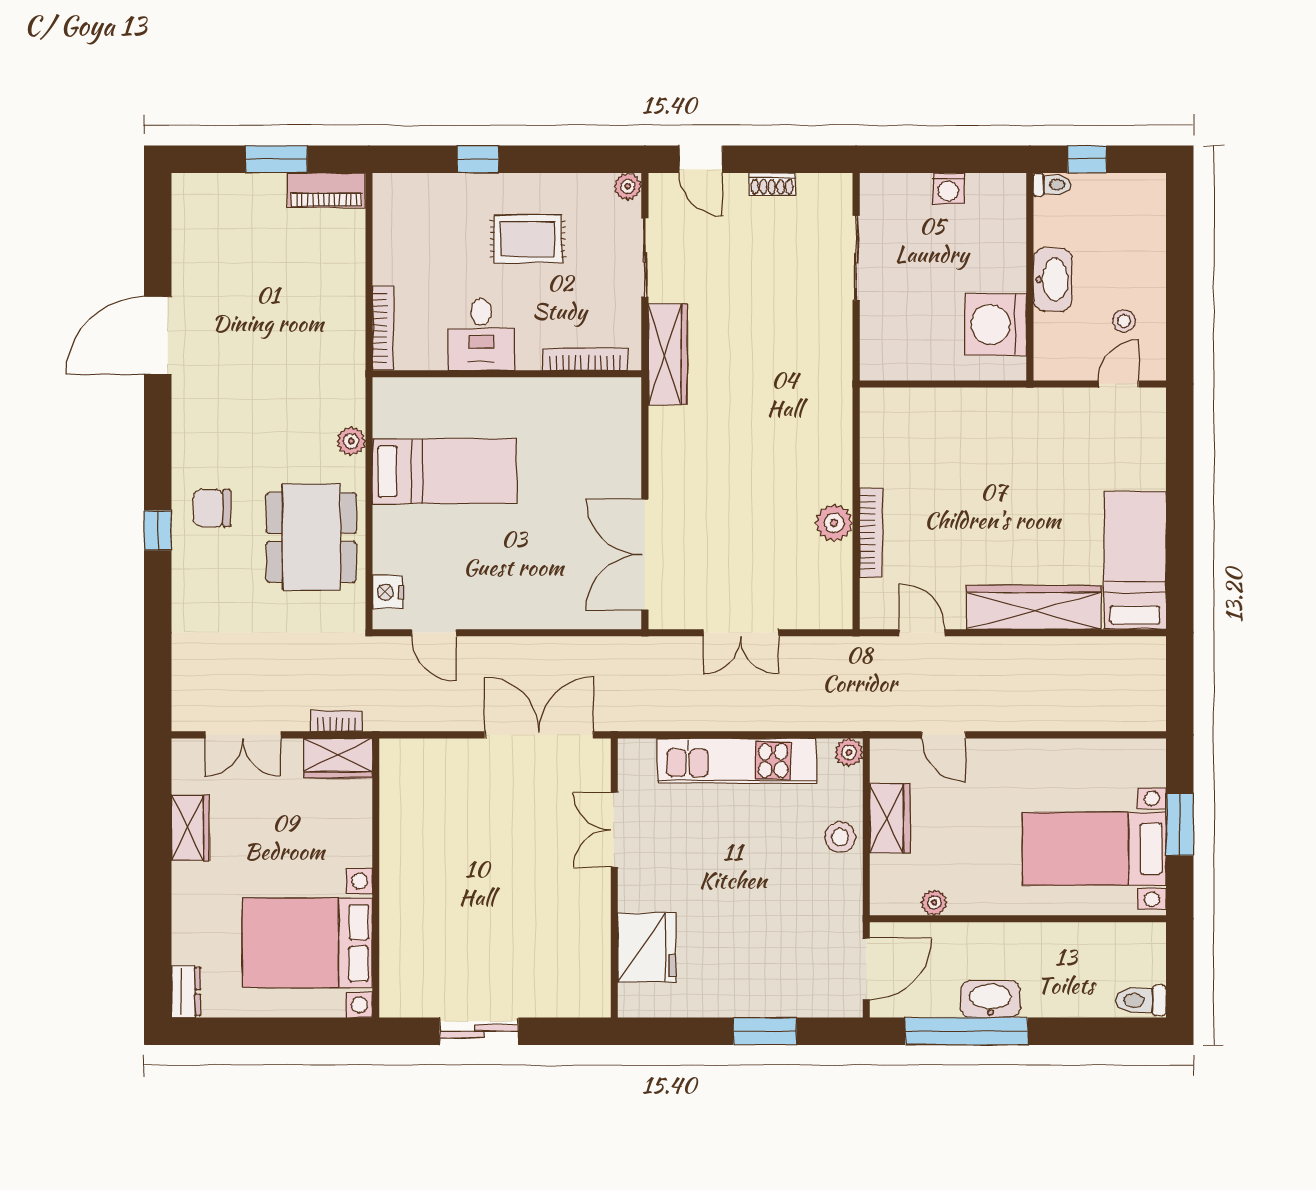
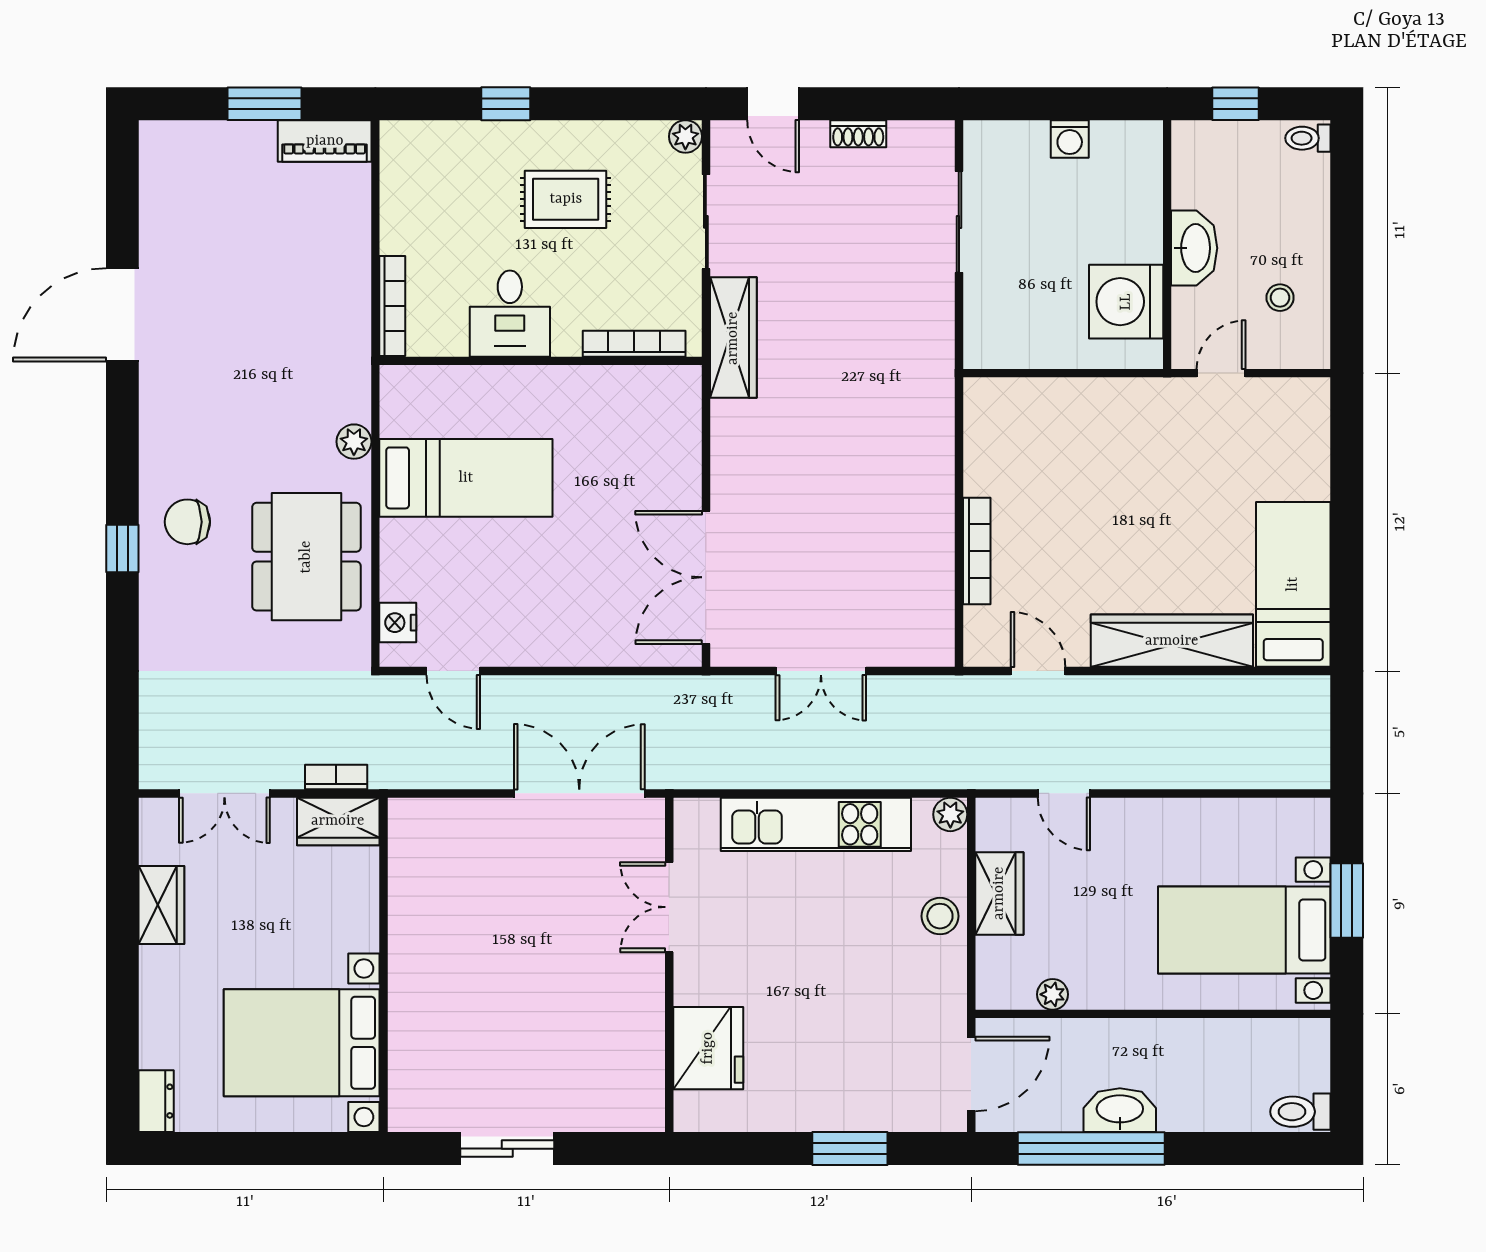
toilet: (1052, 185) -> (1308, 138), moved, turned 180
door: (1118, 384) -> (1221, 373), moved
plant: (834, 523) -> (932, 539), removed

